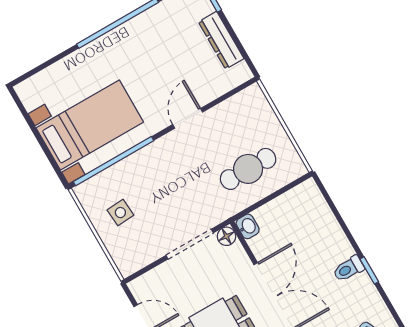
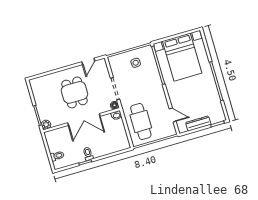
door: (188, 118) -> (173, 115), moved
bed with nightstands: (90, 125) -> (182, 57), width x1.36
cafe table: (248, 169) -> (141, 121), width x1.37, depth x1.35

